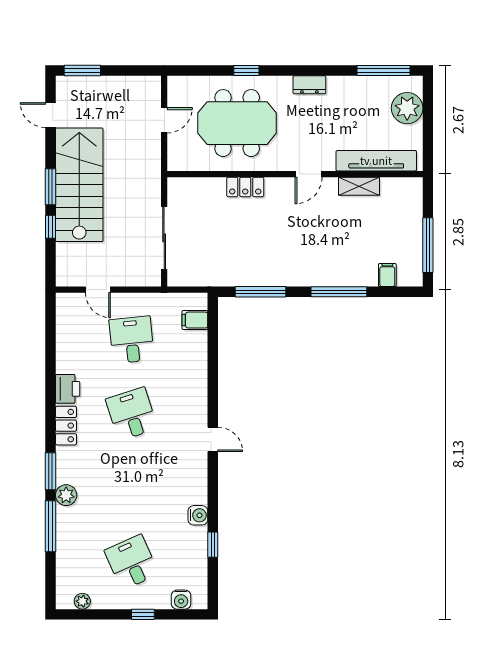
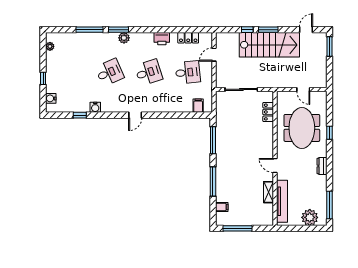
locker: (245, 187) -> (268, 112), moved
locker: (66, 426) -> (188, 38), moved
plant: (66, 495) -> (124, 38), moved
desk: (132, 562) -> (110, 72), moved

